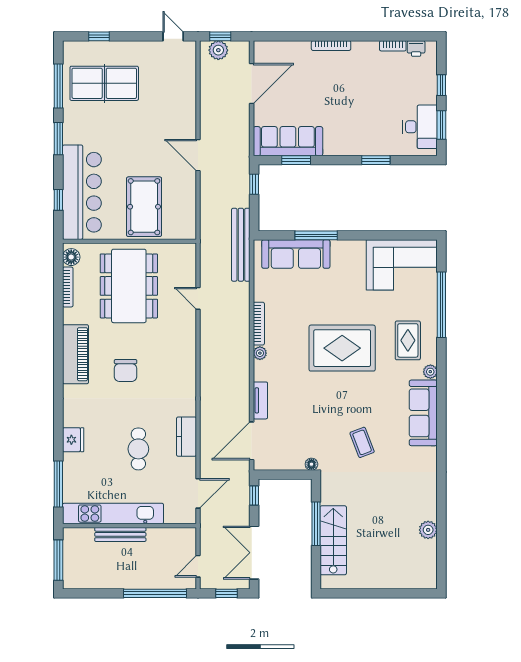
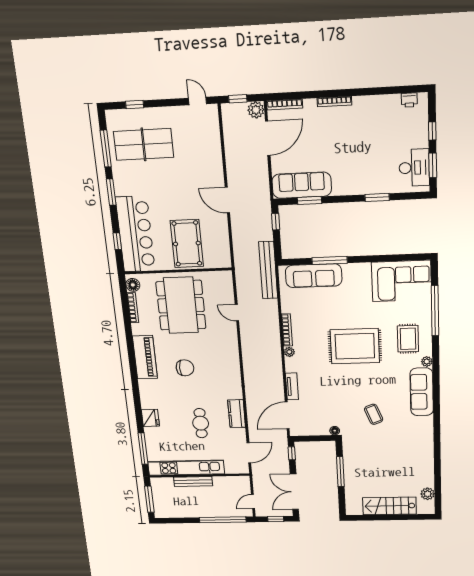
bookcase: (393, 46) -> (285, 105), moved, width x1.56
plant: (218, 50) -> (256, 110), moved
chair: (126, 371) -> (185, 368), turned -90
plant: (428, 530) -> (428, 494), moved
stairs: (333, 540) -> (389, 506), moved, turned -90

